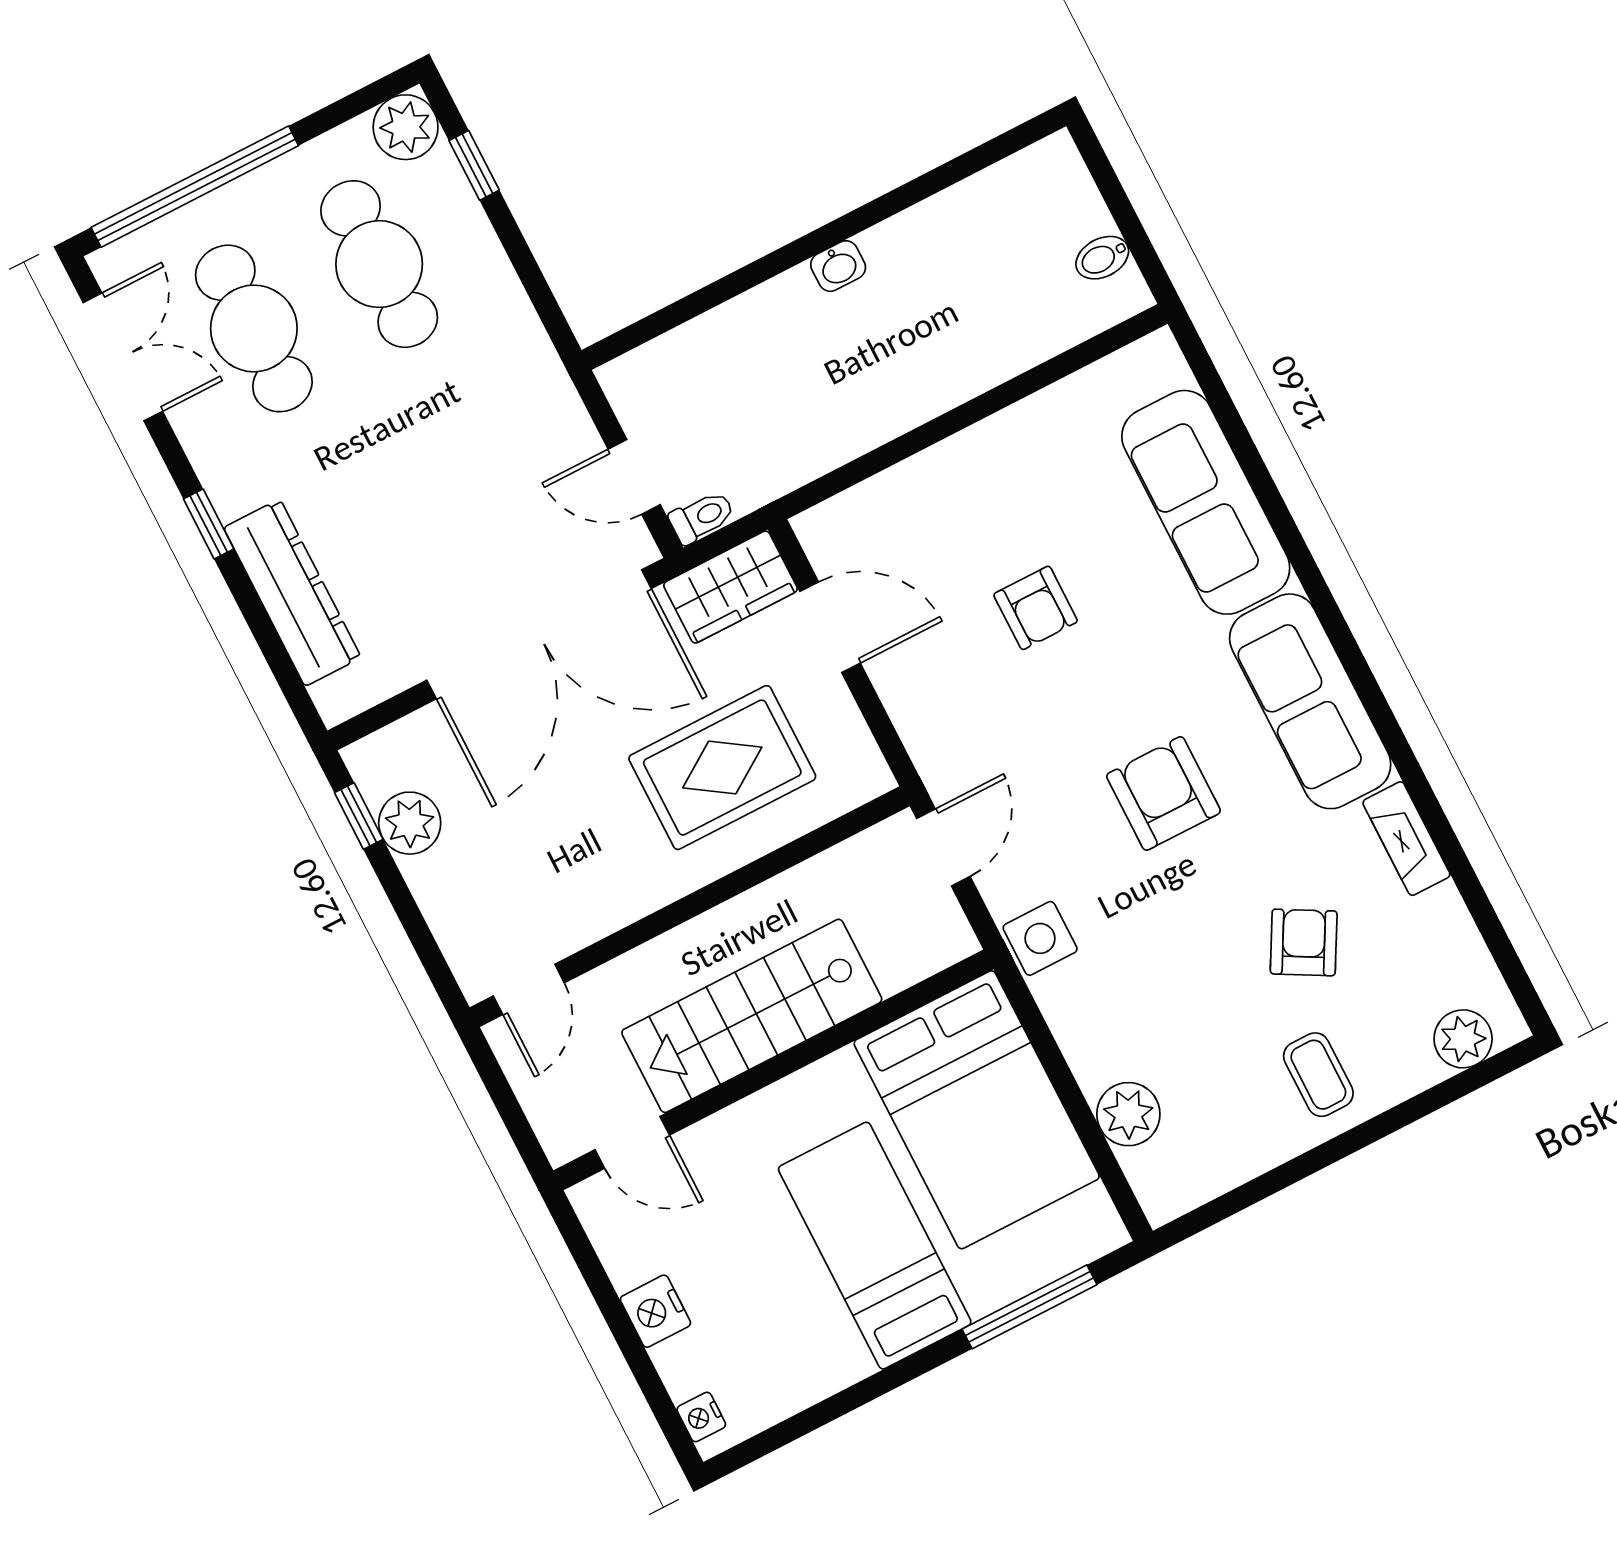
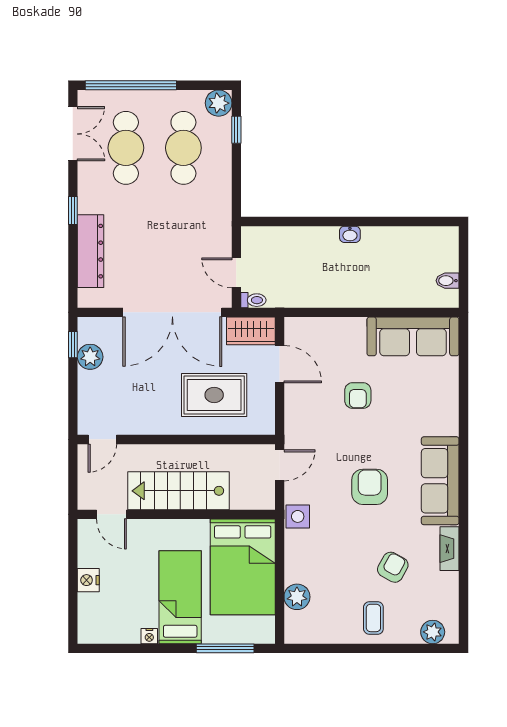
sofa: (1206, 502) -> (413, 336), moved, turned -90
nightstand: (701, 1417) -> (149, 636), moved, turned -90

